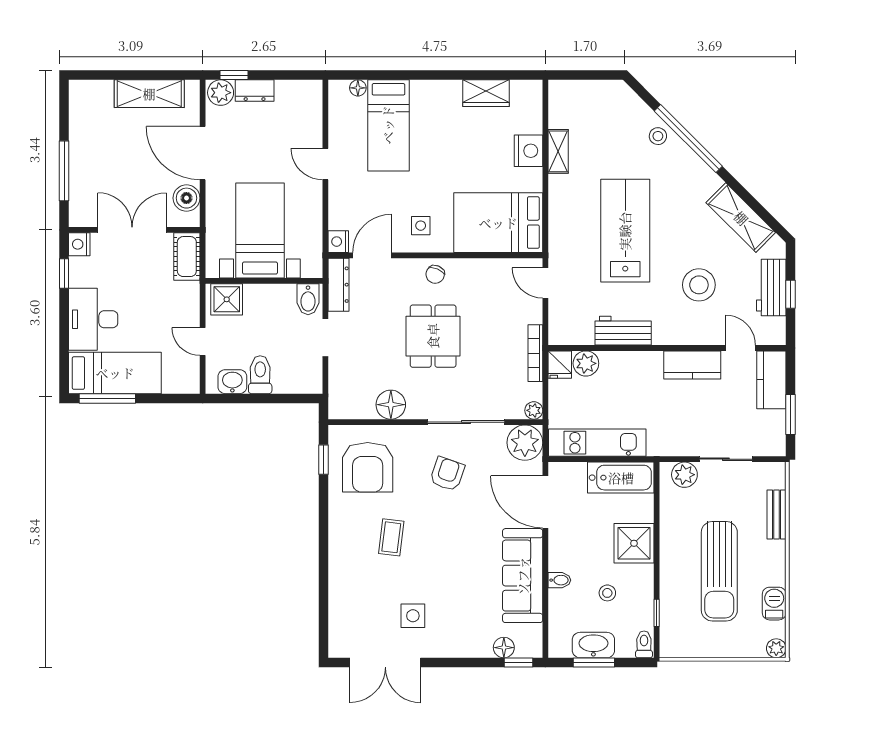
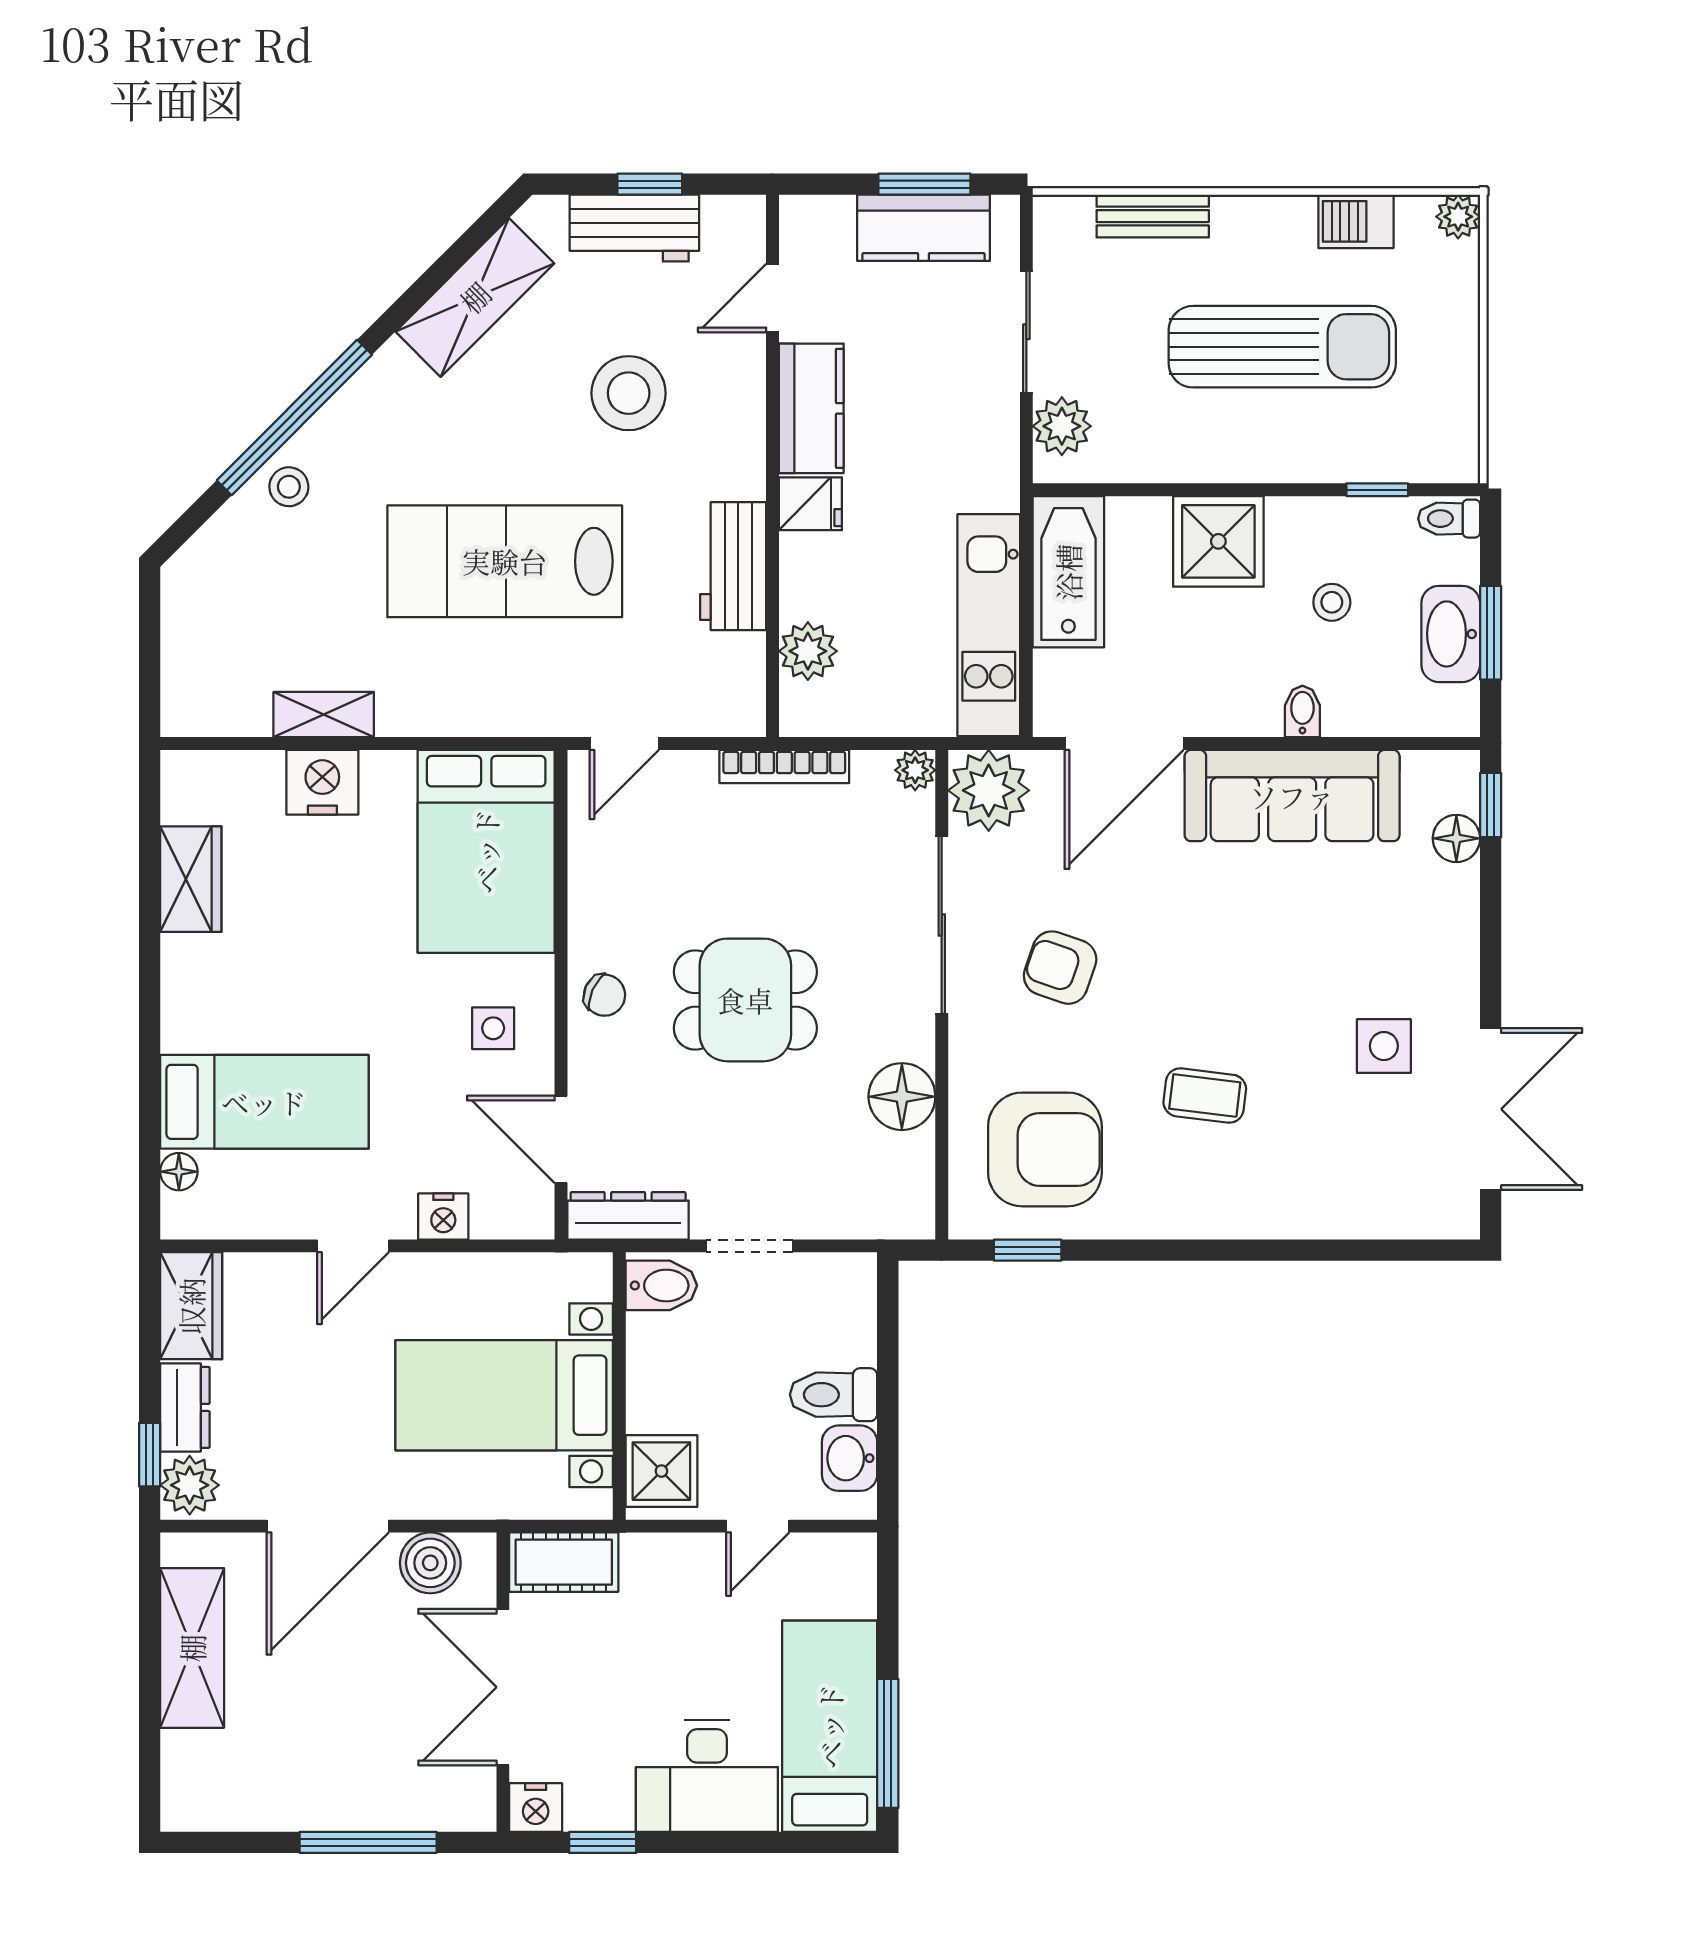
wardrobe: (299, 93) -> (191, 1306), added
nightstand: (338, 242) -> (443, 1216), moved
fridge: (560, 365) -> (810, 504), moved
kitchen counter: (771, 380) -> (923, 228), moved

